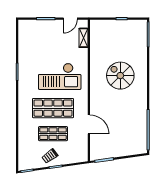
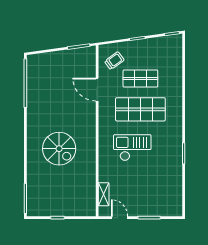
door: (70, 19) -> (120, 218), hinge flipped
checkout: (60, 76) -> (132, 148), width x0.73, depth x0.83
trolley: (50, 156) -> (114, 61), moved

